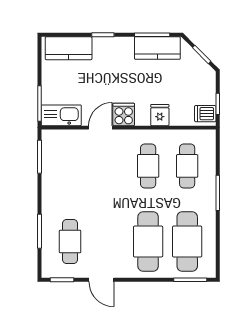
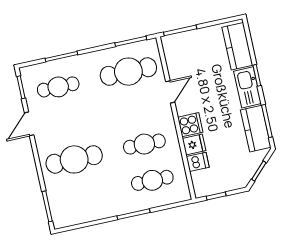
cooker: (124, 114) -> (190, 125), moved
dishwasher: (205, 114) -> (198, 162), moved, turned 90
kitchen sink: (61, 115) -> (247, 87), moved, turned 180
door: (100, 128) -> (170, 92), hinge flipped
cafe table: (187, 242) -> (128, 72), moved

